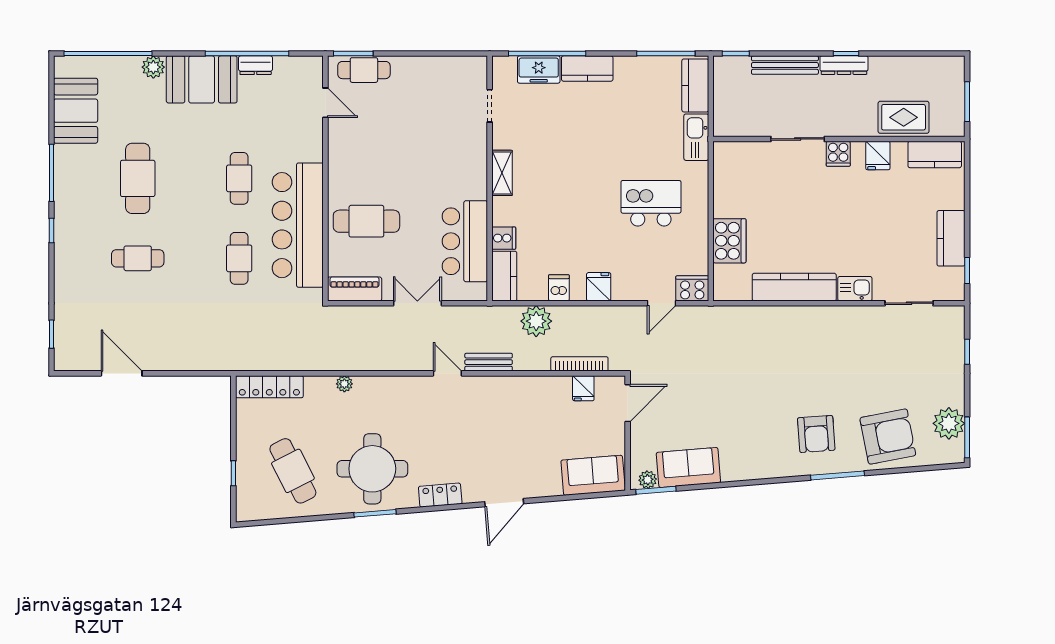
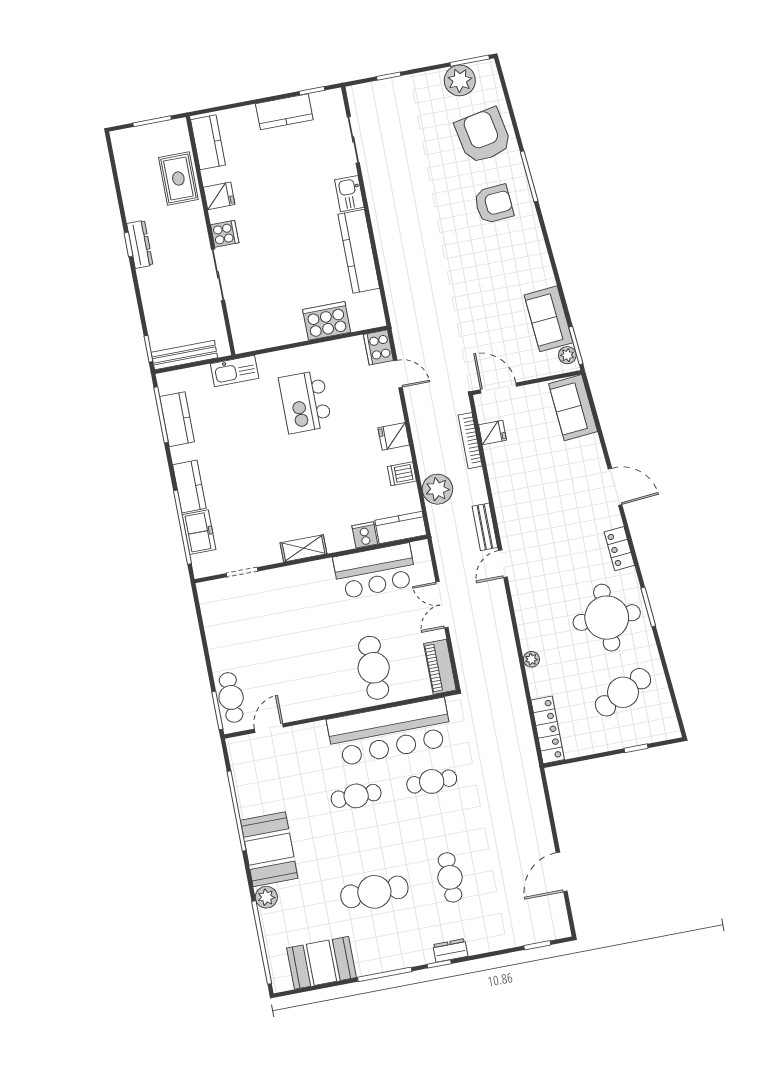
dresser: (256, 65) -> (450, 950), moved, turned -90
bench: (785, 65) -> (184, 355), moved, turned 90
kitchen counter: (695, 85) -> (177, 419), moved, turned -90

